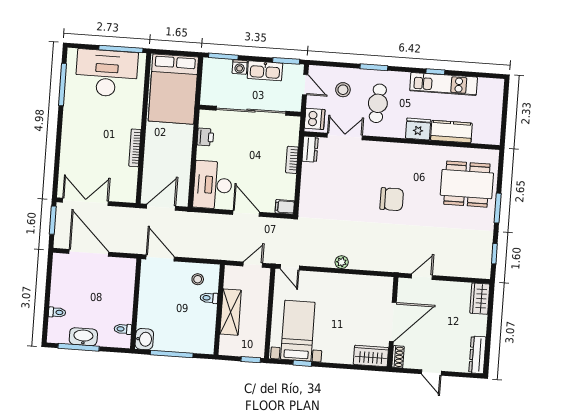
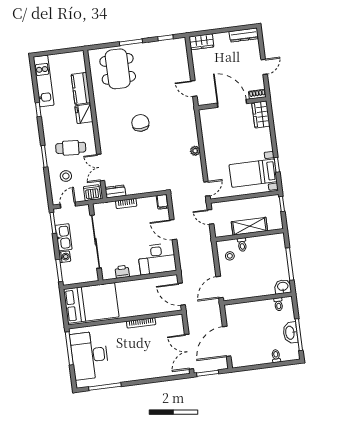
kitchen unit: (444, 84) -> (44, 81), moved
door: (246, 213) -> (173, 230), hinge flipped

